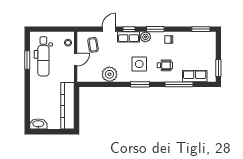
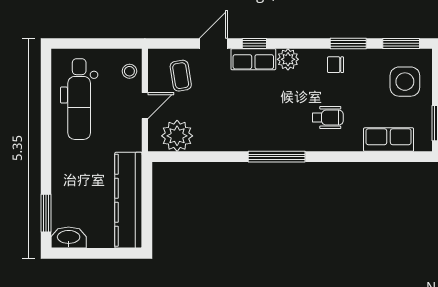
window: (155, 29) -> (348, 43), moved
window: (27, 60) -> (46, 213), moved
side table: (139, 64) -> (405, 82), moved
plant: (109, 74) -> (177, 136), moved
window: (140, 84) -> (277, 157), width x1.44
window: (179, 84) -> (357, 157), removed

